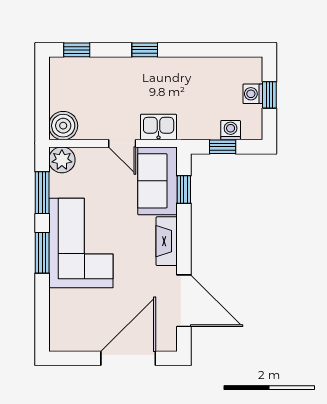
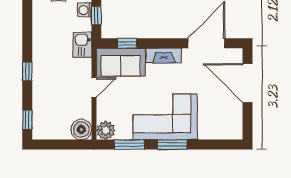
kitchen sink: (159, 127) -> (82, 45), moved

